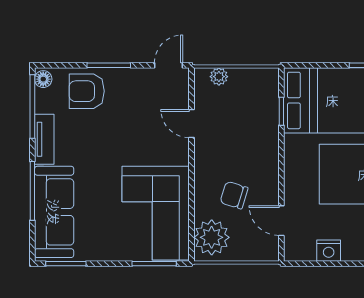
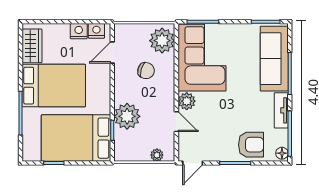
plant: (261, 131) -> (127, 116), added
plant: (177, 152) -> (187, 101), added
door: (281, 221) -> (112, 52), swing flipped
nightstand: (304, 251) -> (96, 31), added

